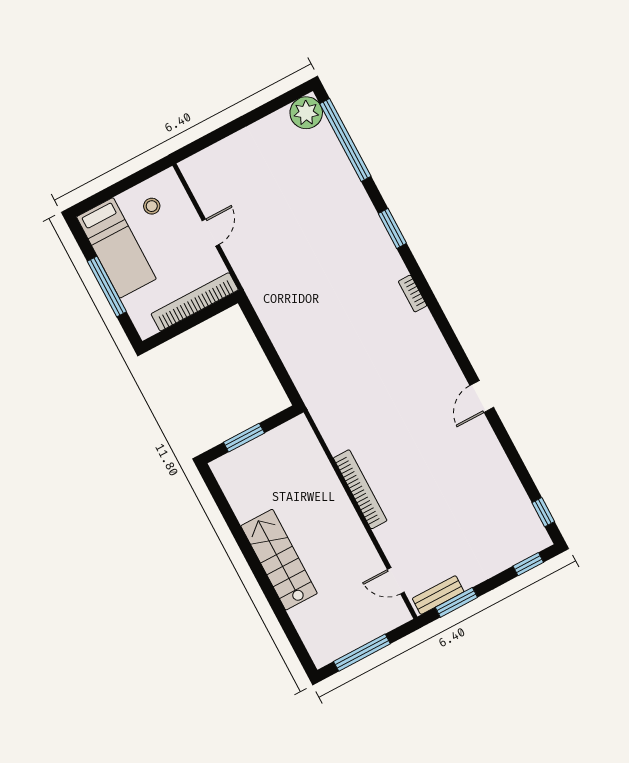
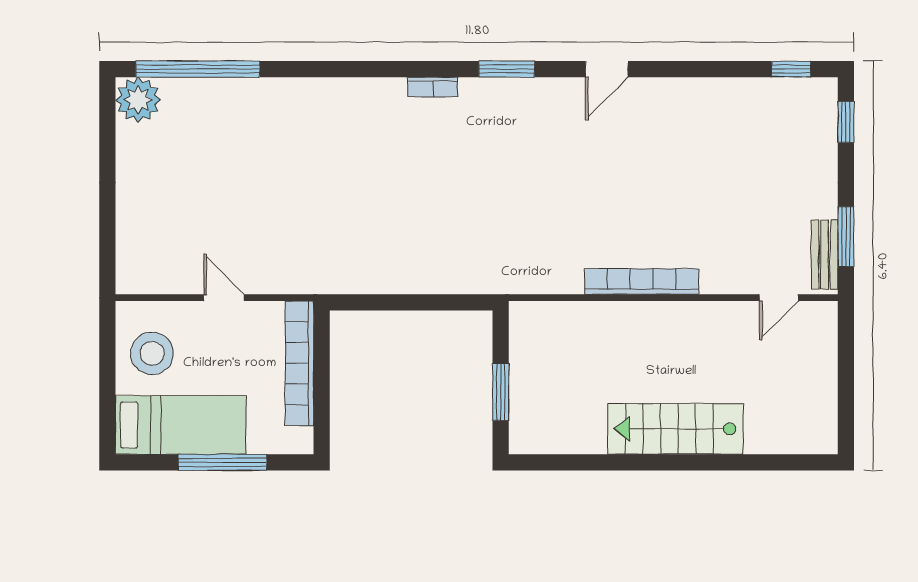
stool: (152, 206) -> (152, 353), width x1.89, depth x1.89
window: (392, 228) -> (507, 69), moved
door: (482, 396) -> (607, 69), hinge flipped
window: (362, 653) -> (846, 387), removed

